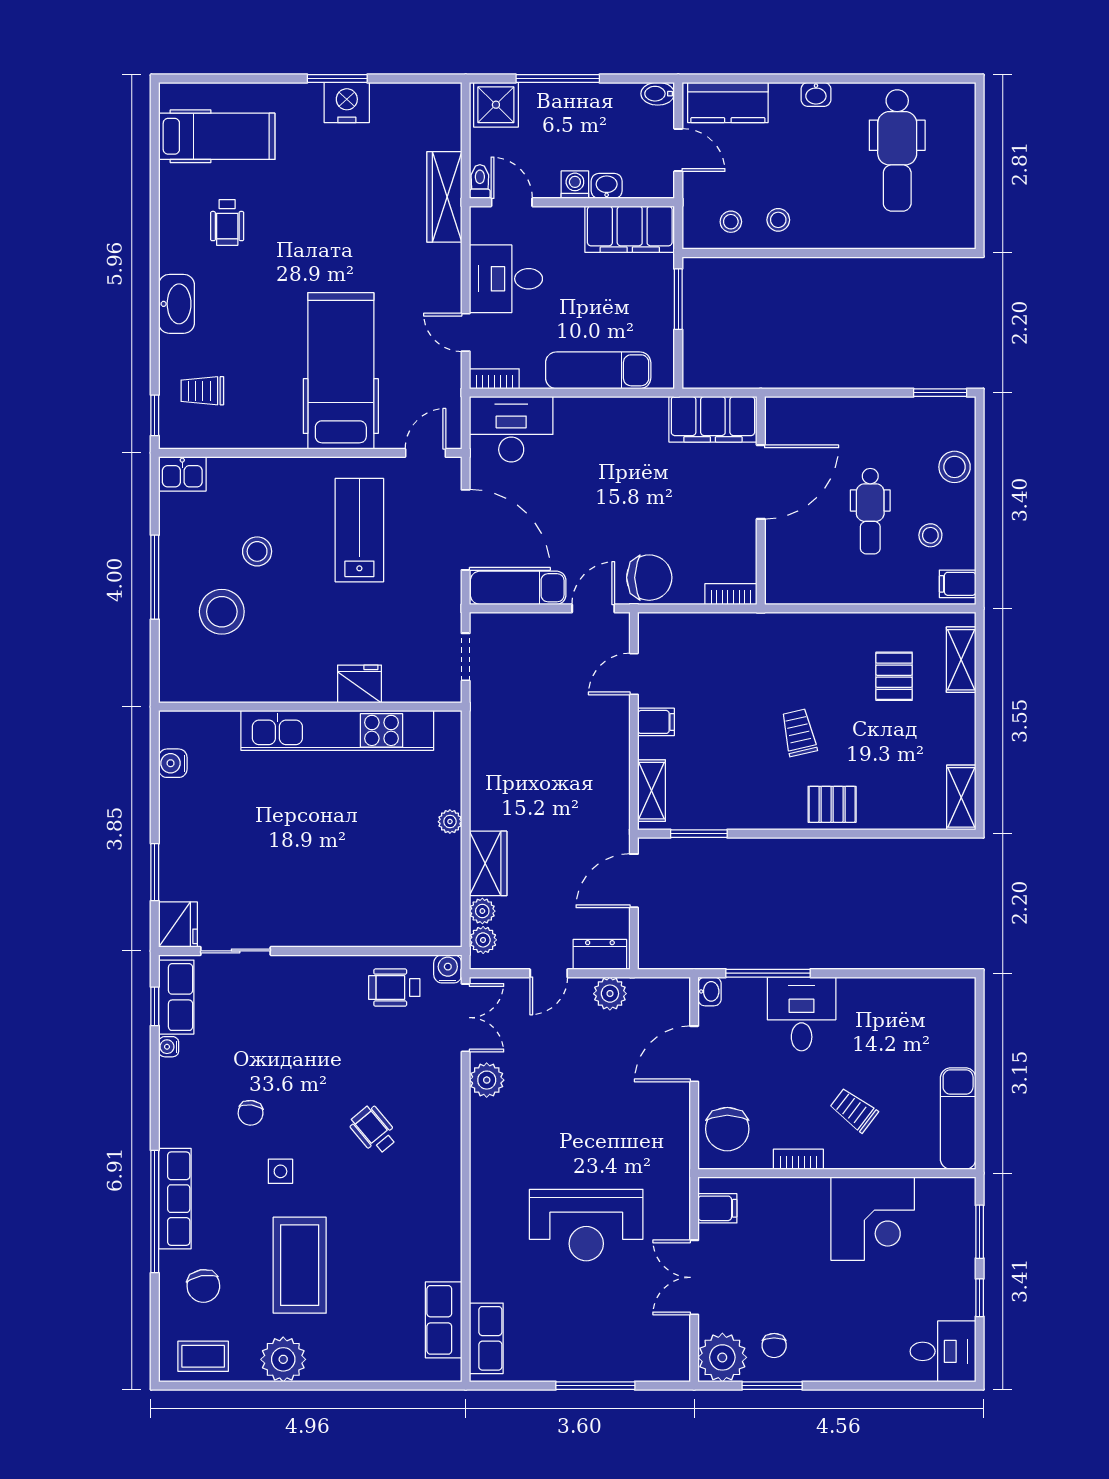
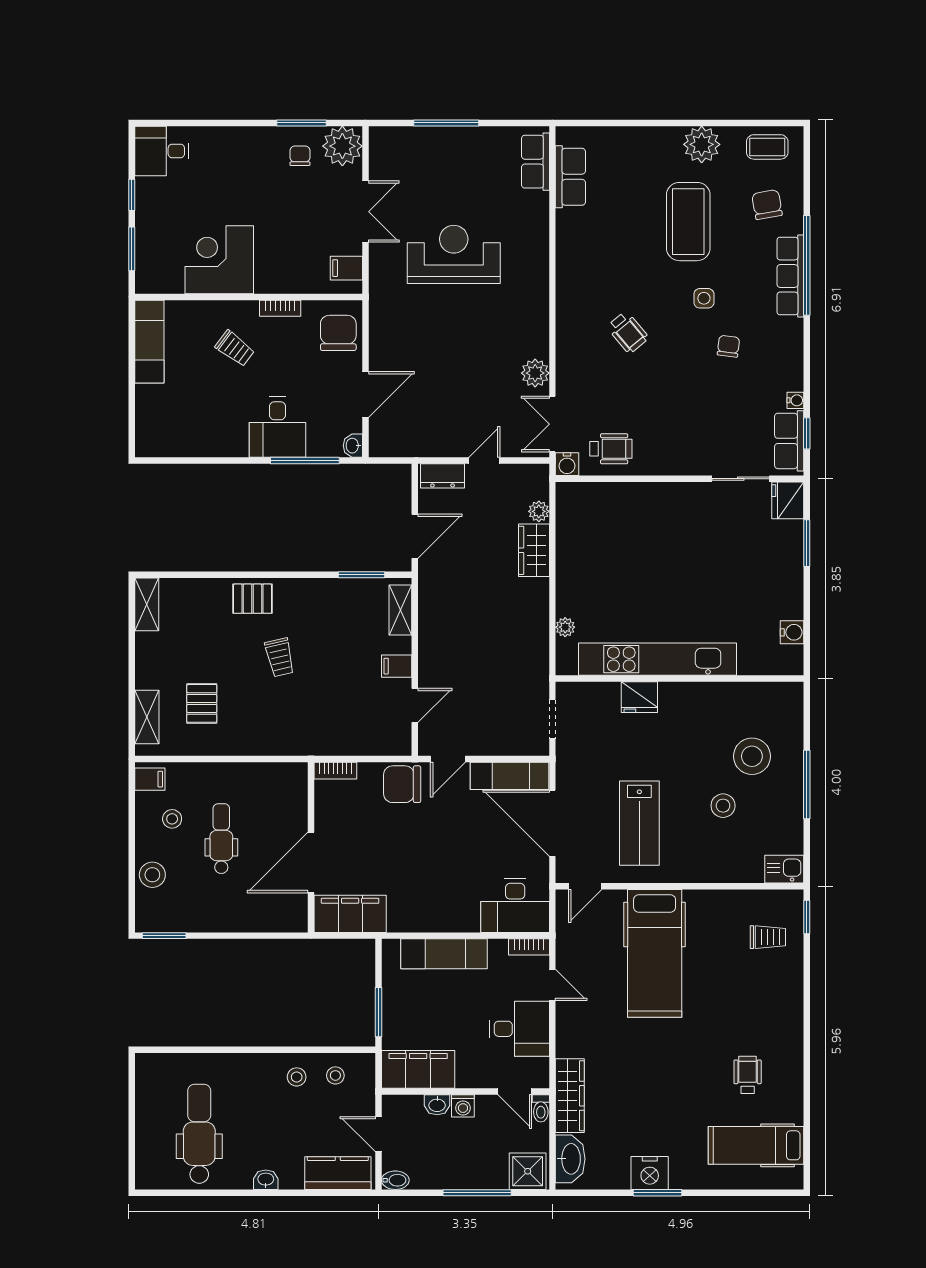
washbasin: (177, 304) -> (570, 1159), moved, turned 180
plant: (450, 822) -> (565, 627), moved
plant: (483, 940) -> (538, 488), removed
plant: (610, 994) -> (434, 444), removed

